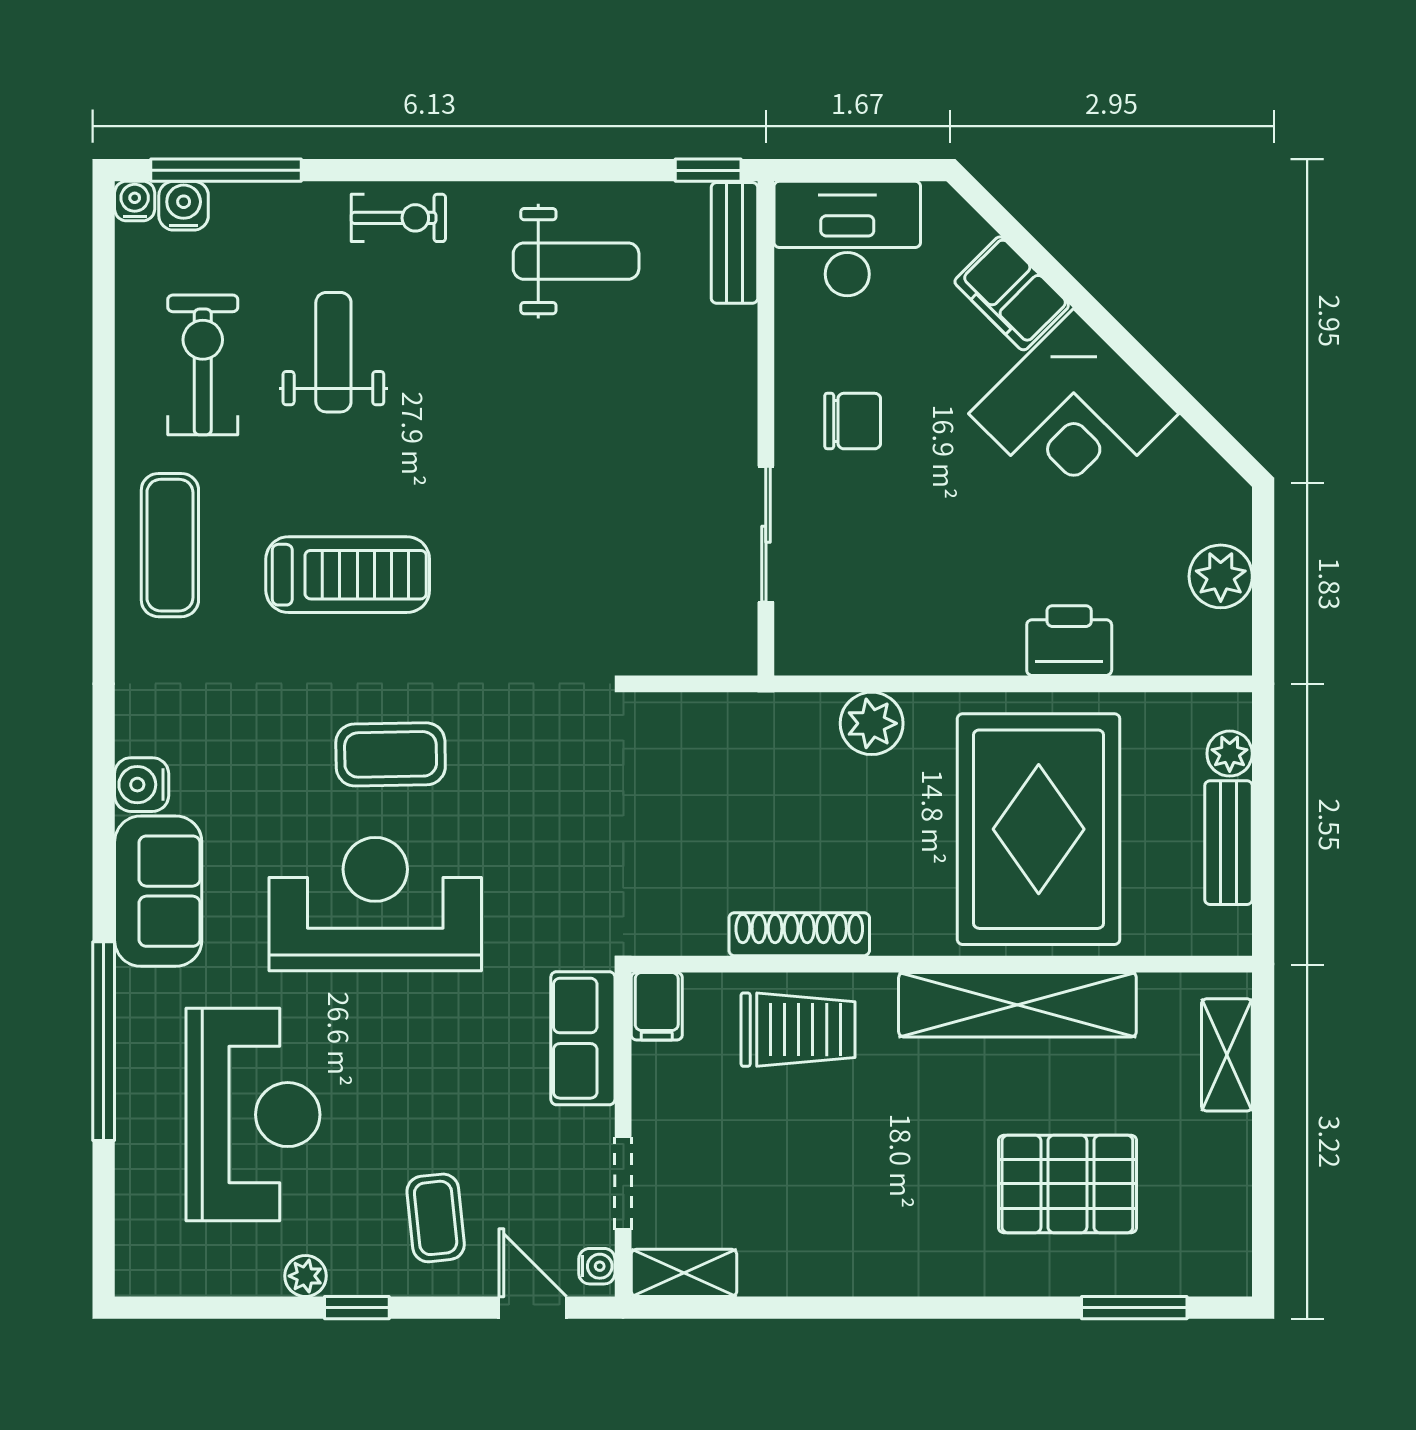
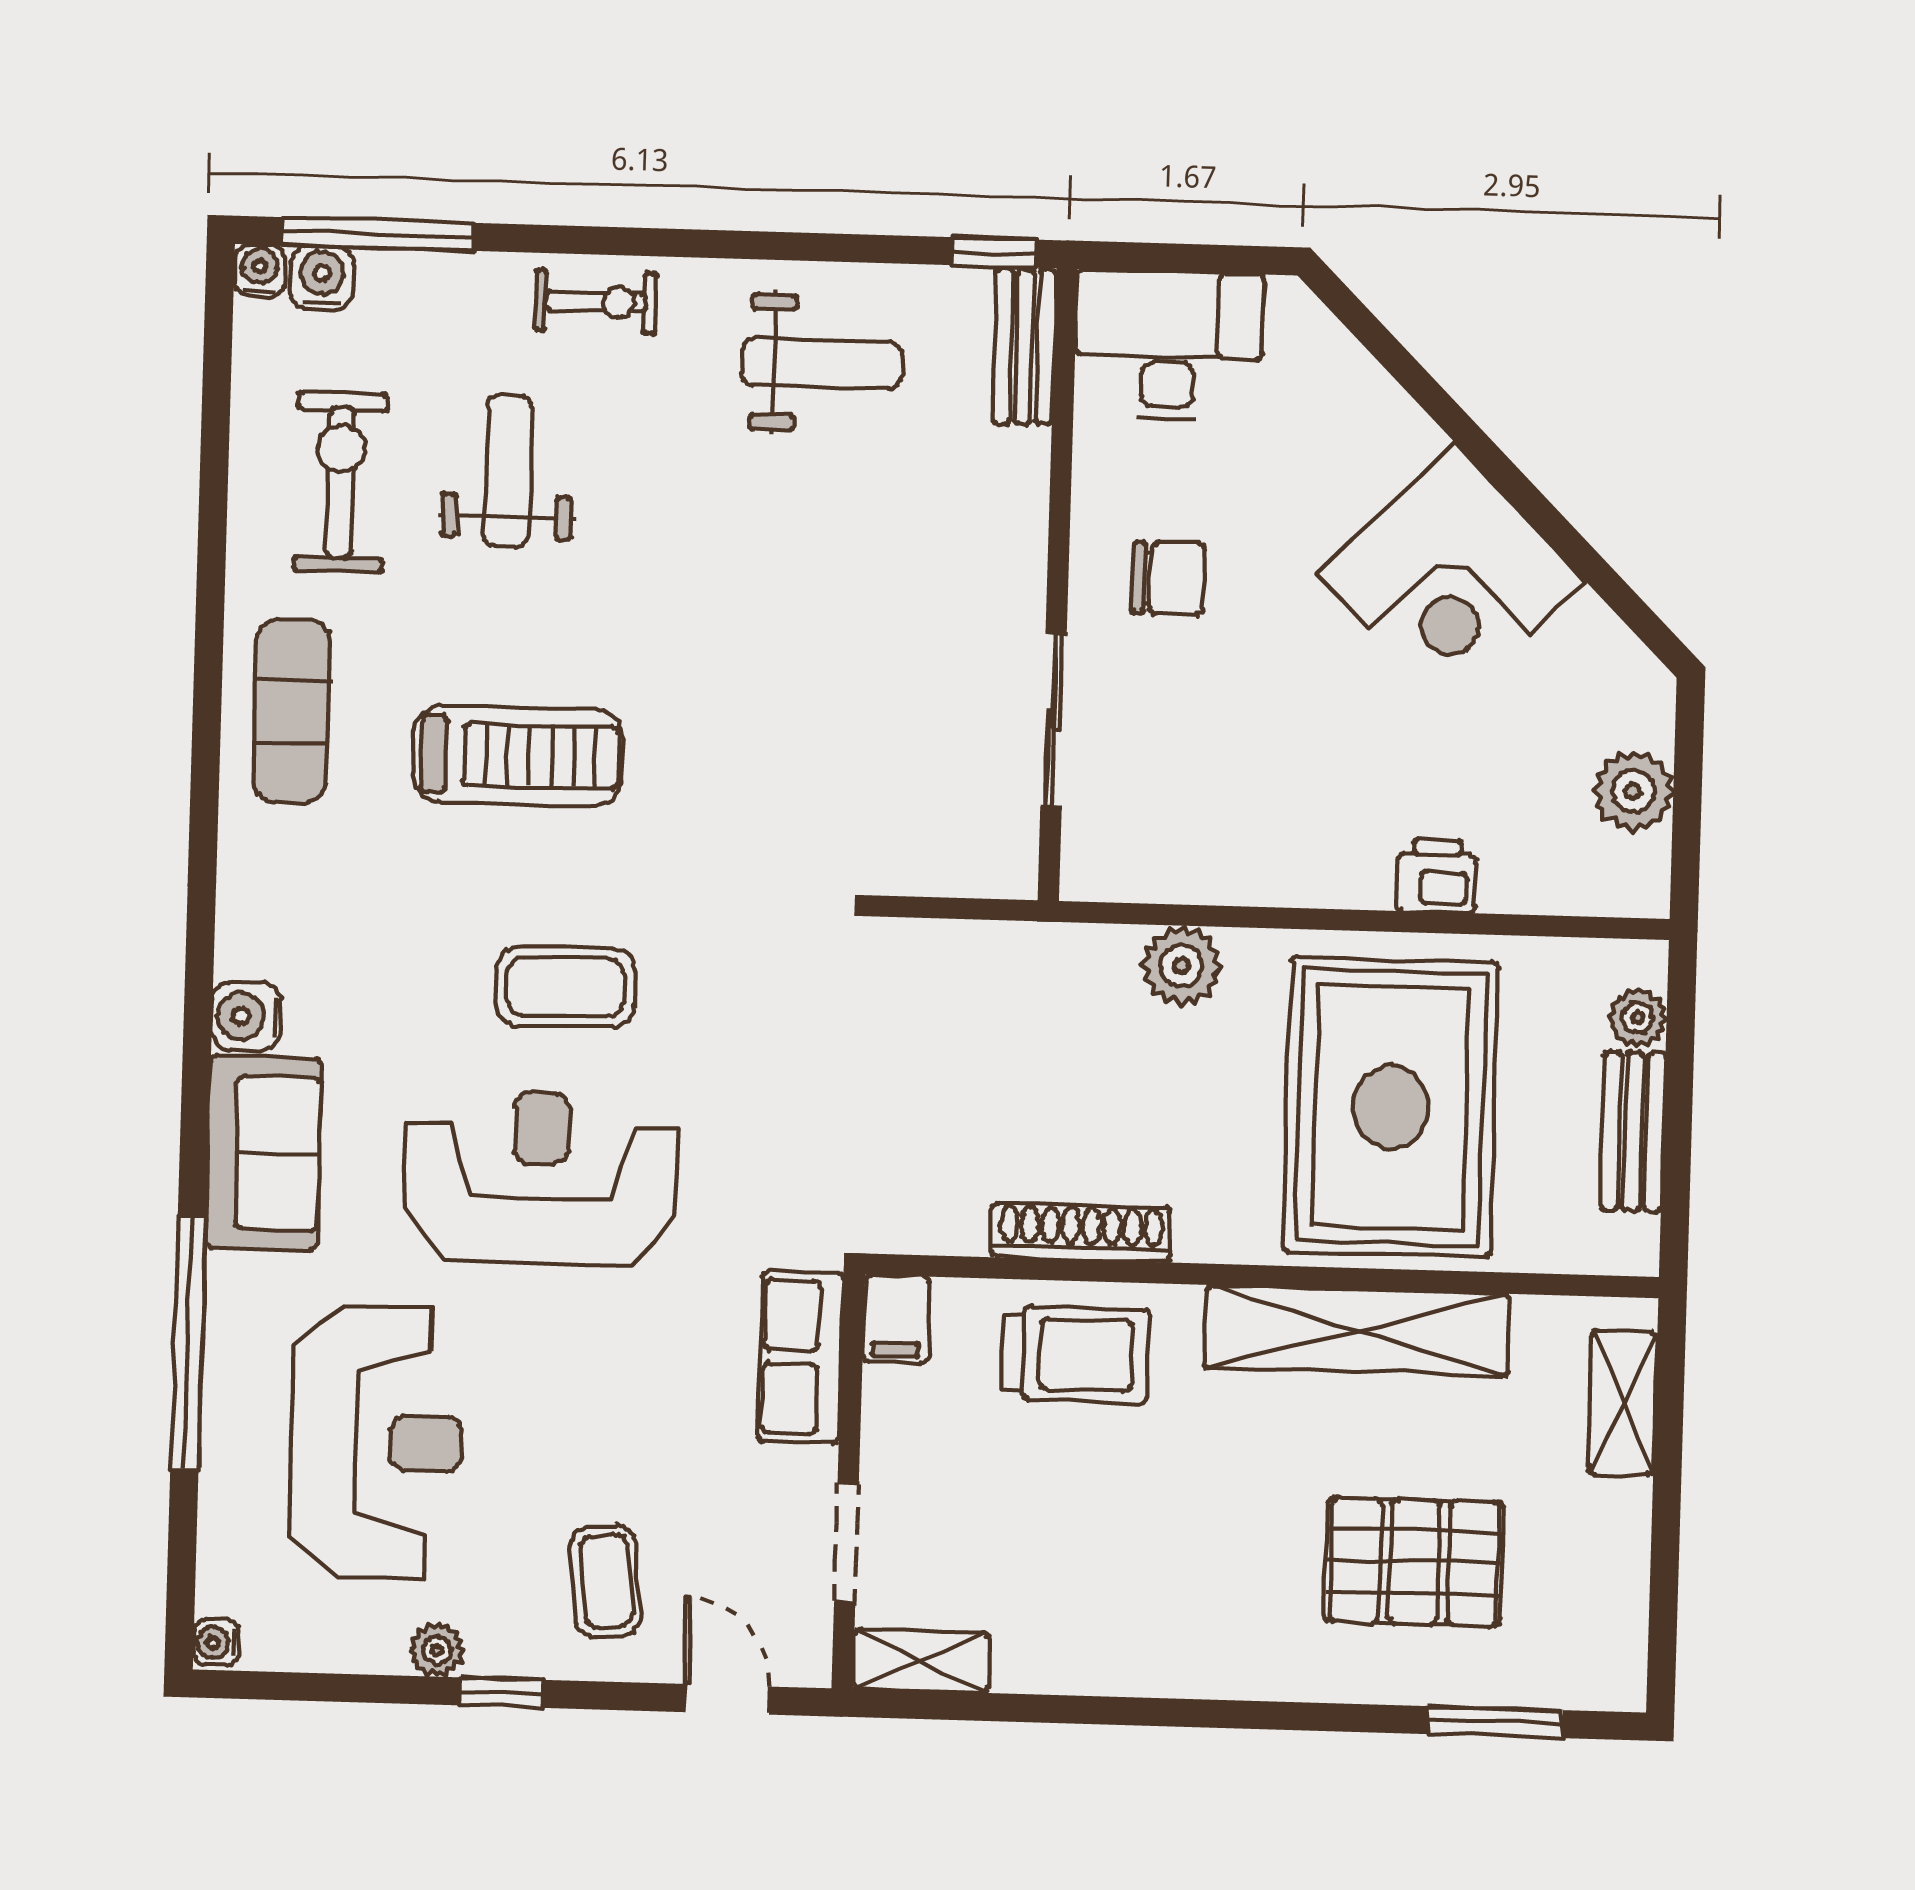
filing cabinet: (1012, 293) -> (1377, 422), removed
printer: (1069, 641) -> (1437, 876), width x0.73, depth x0.81
water cooler: (597, 1266) -> (216, 1643), moved, turned 180

